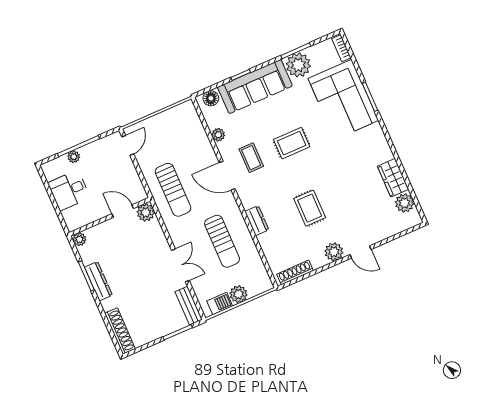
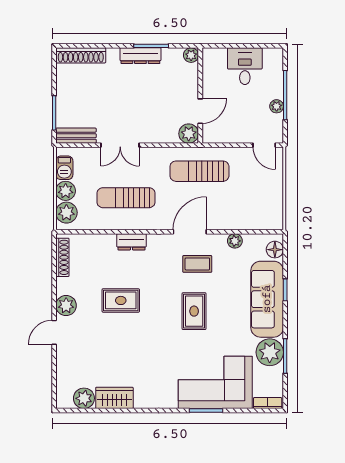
plant: (74, 157) -> (277, 106), moved
plant: (256, 285) -> (66, 213), added

